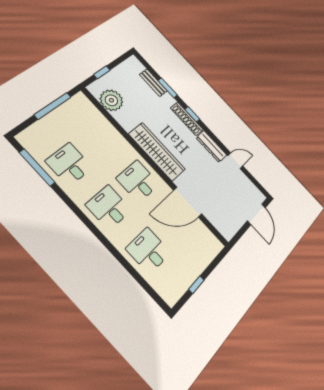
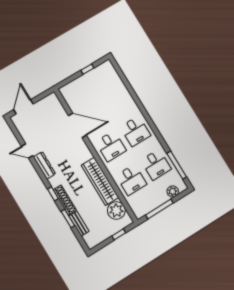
shoe rack: (187, 119) -> (65, 200), moved
plant: (37, 130) -> (173, 191), added
wardrobe: (157, 152) -> (100, 181), moved
desk: (148, 251) -> (131, 180), moved

